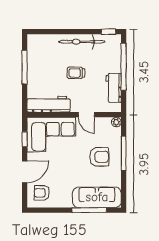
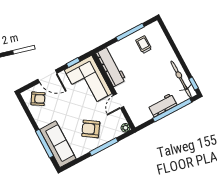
bicycle: (82, 42) -> (181, 79), moved
trolley: (76, 73) -> (144, 45), moved
workbench: (114, 88) -> (163, 105), moved
armchair: (99, 157) -> (91, 129), turned 124
armchair: (42, 193) -> (38, 99), turned 122

